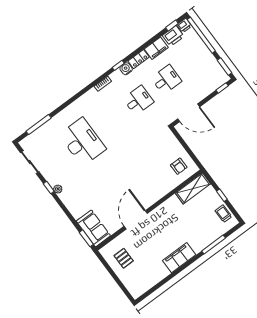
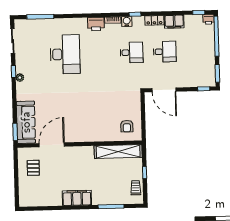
printer: (173, 36) -> (96, 24), moved
water cooler: (126, 69) -> (127, 21), moved
shelving: (193, 188) -> (118, 152), width x1.47
door: (136, 220) -> (52, 145), moved
sofa: (93, 228) -> (26, 122), width x1.36

